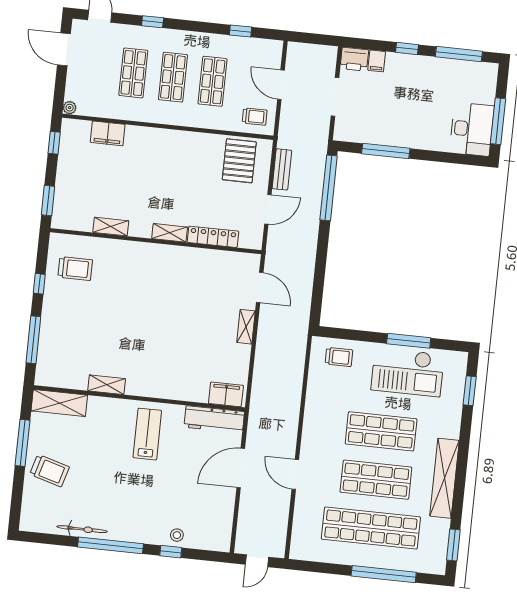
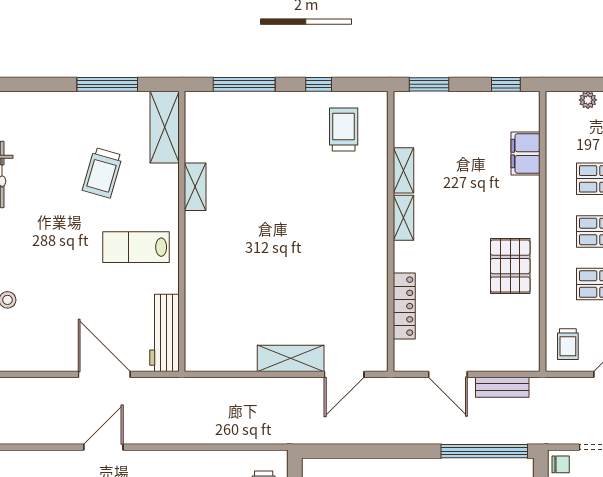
plant: (70, 108) -> (588, 100), moved
chair: (345, 132) -> (561, 464), added
pallet: (239, 161) -> (510, 266), moved, turned 90
shelving: (170, 233) -> (403, 218), moved
trolley: (75, 268) -> (344, 129), turned 180
shelving: (246, 327) -> (291, 358), width x1.50, depth x1.33
filing cabinet: (226, 394) -> (199, 345), removed
lab bench: (147, 434) -> (136, 247), turned 180
trolley: (49, 471) -> (102, 173), moved

